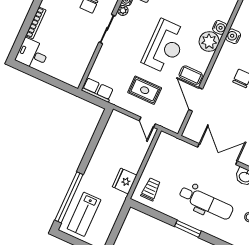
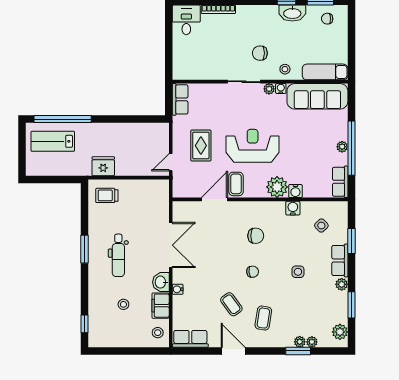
reception desk: (165, 46) -> (253, 146), turned 180
trolley: (151, 189) -> (107, 195), turned 180
dental chair: (206, 202) -> (118, 255), width x0.73, depth x0.72

